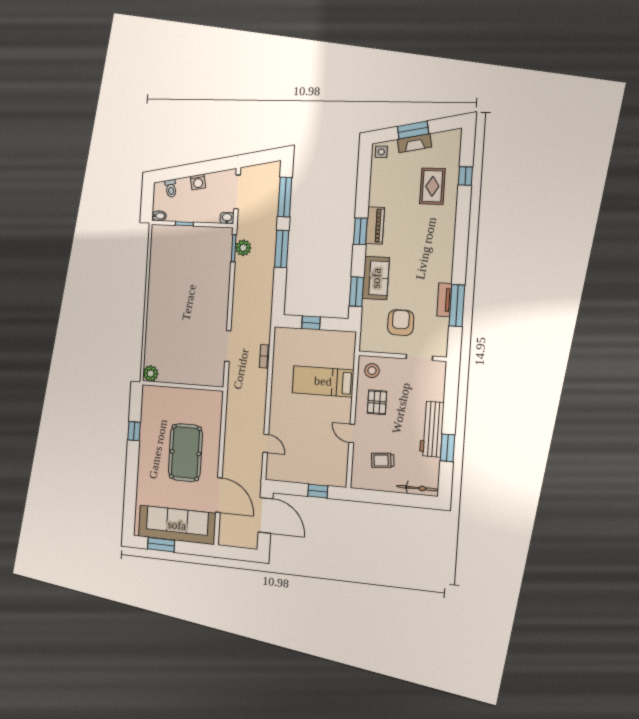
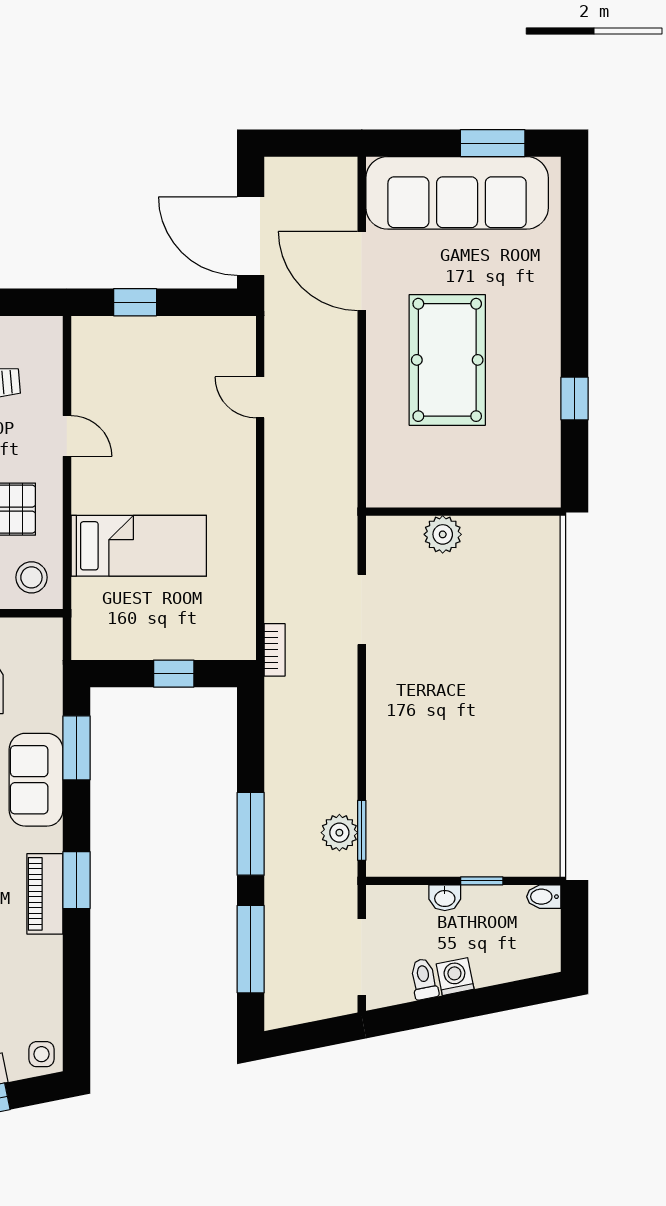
toilet: (171, 188) -> (424, 979), moved
washbasin: (227, 218) -> (445, 898), moved
bookcase: (265, 356) -> (275, 650), moved
plant: (151, 373) -> (443, 534), moved

